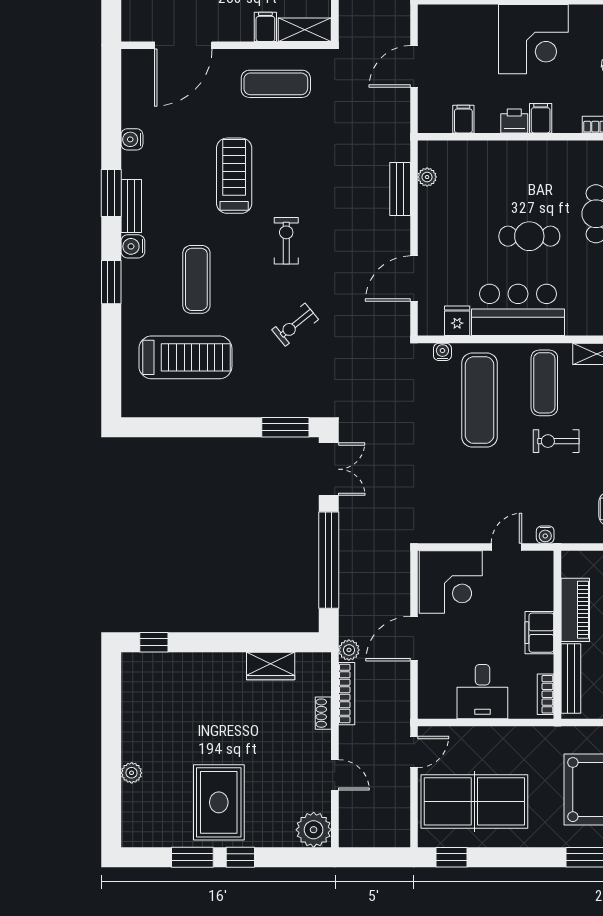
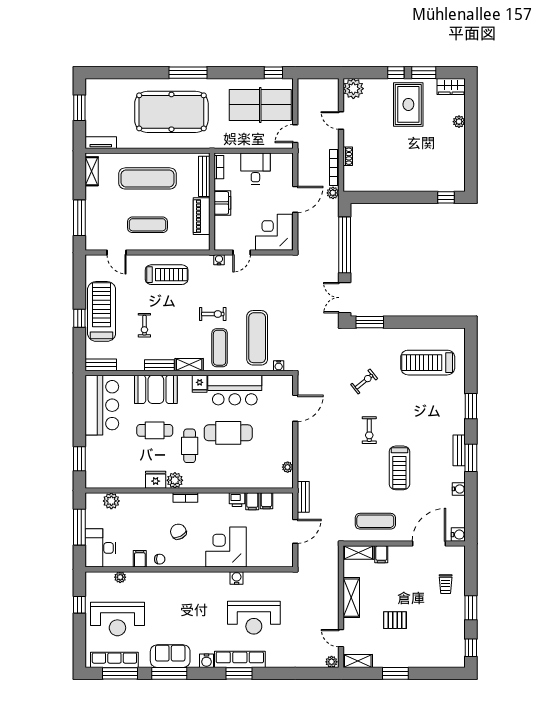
filing cabinet: (541, 118) -> (252, 501), moved
bench: (400, 189) -> (303, 497), moved
cafe table: (529, 236) -> (228, 433), width x1.37, depth x1.35
water cooler: (133, 246) -> (458, 535), moved
exercise mat: (196, 279) -> (421, 408), removed
fridge: (457, 321) -> (200, 384), moved
wardrobe: (271, 666) -> (451, 86), moved, turned 180

